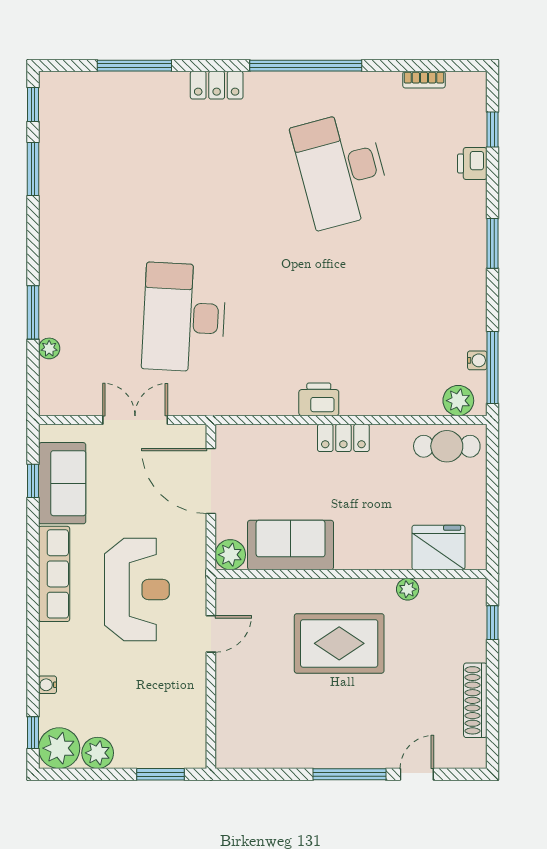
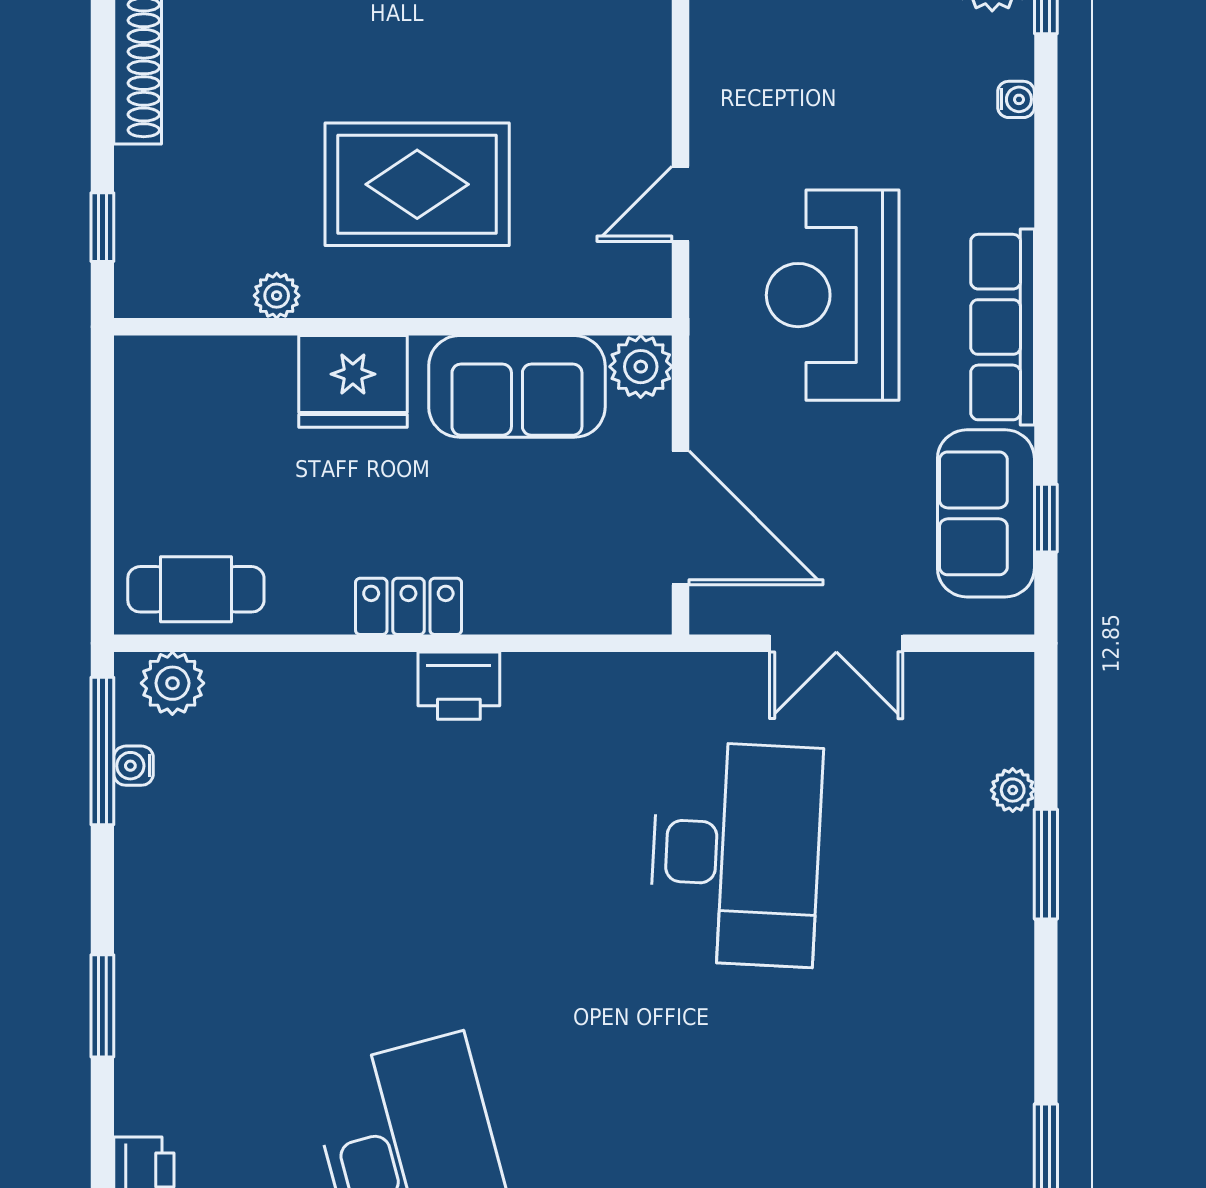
fridge: (438, 547) -> (353, 381), moved

